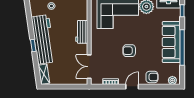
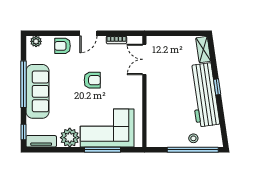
workbench: (82, 32) -> (154, 105), removed
double door: (89, 67) -> (144, 59), swing flipped

